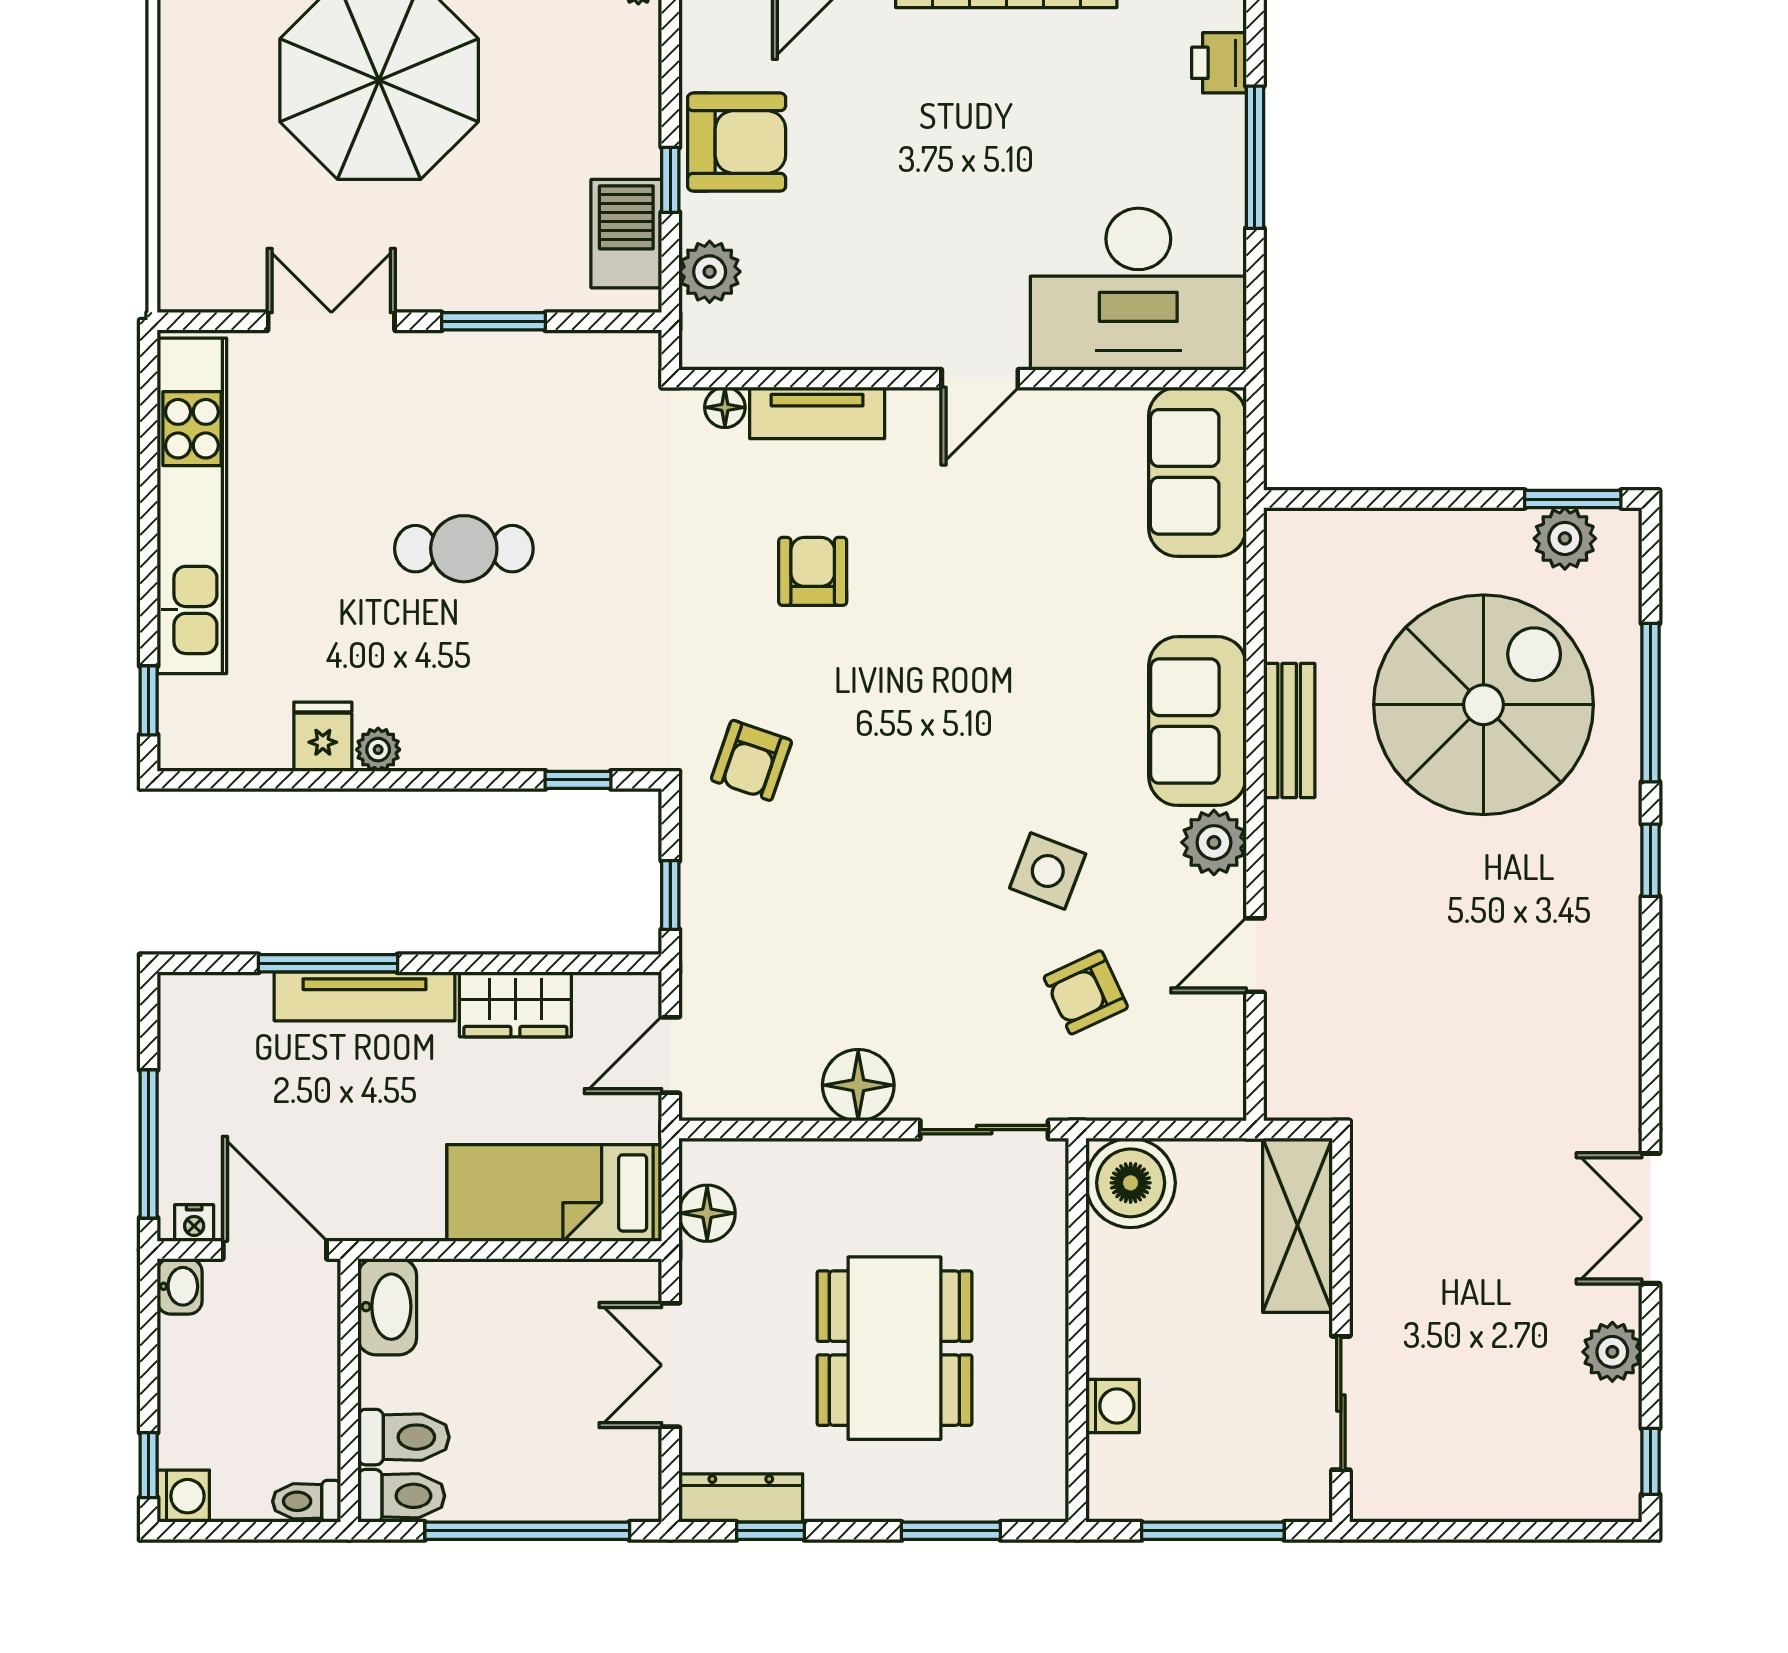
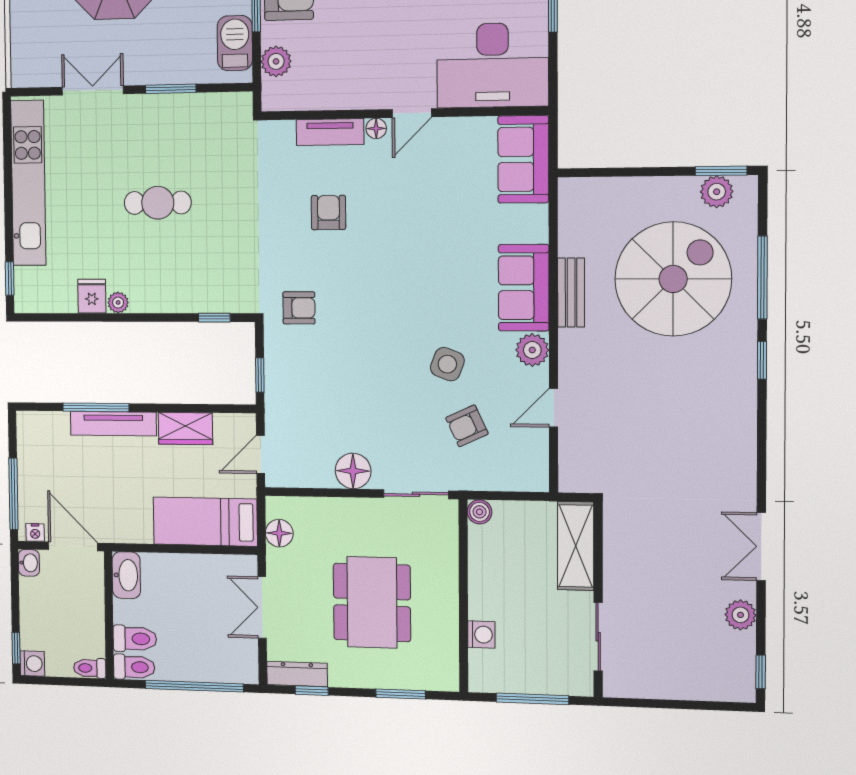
floor lamp: (725, 407) -> (376, 128), moved
armchair: (751, 760) -> (299, 308), turned -109
boiler: (1131, 1183) -> (480, 512), width x0.54, depth x0.54

